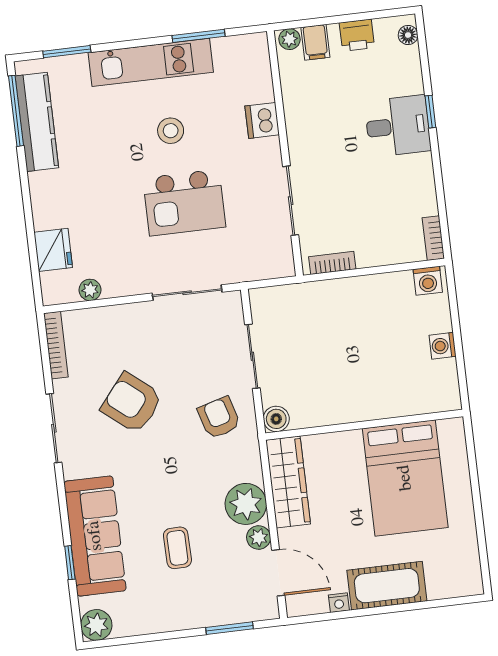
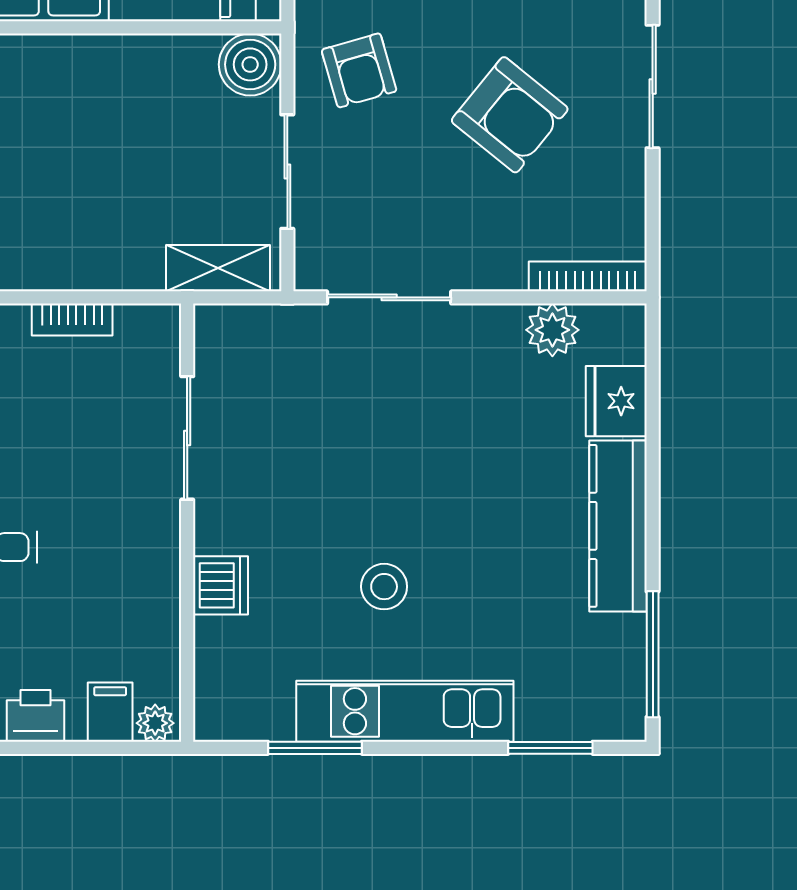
kitchen counter: (37, 122) -> (618, 526), moved
kitchen island: (184, 203) -> (375, 457), removed
bookcase: (332, 263) -> (72, 320), moved
plant: (90, 290) -> (552, 330), width x1.38, depth x1.38
shelving: (285, 298) -> (218, 268), added
bookcase: (56, 345) -> (588, 276), moved, turned 90
boiler: (276, 419) -> (250, 64), width x1.36, depth x1.36

